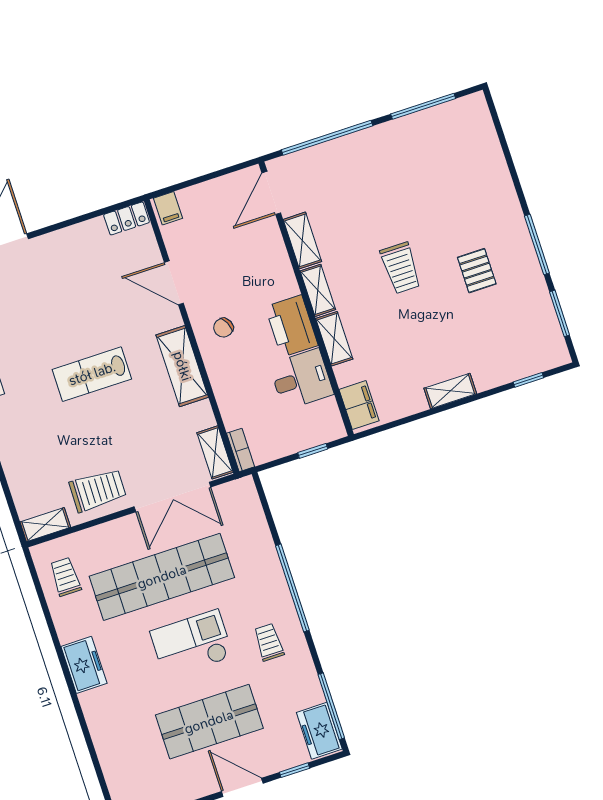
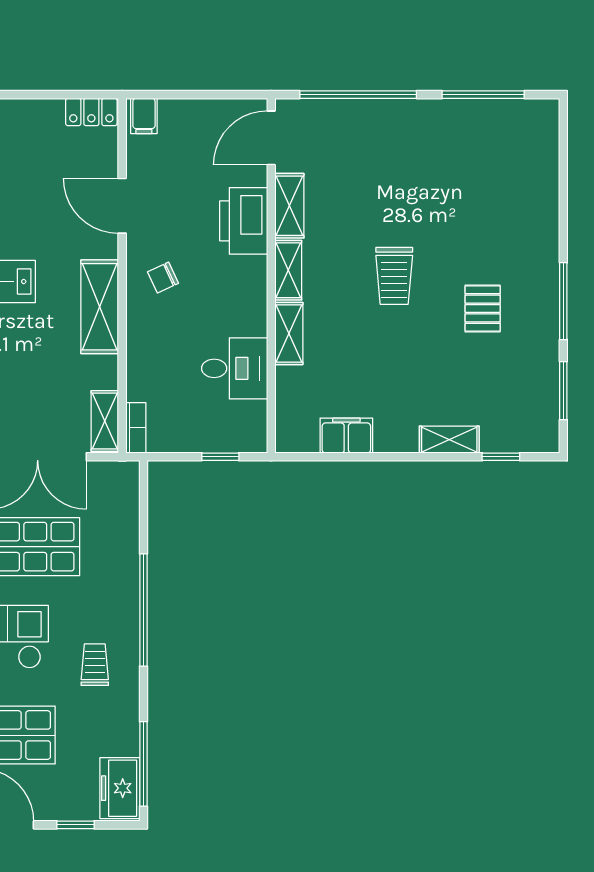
printer: (292, 326) -> (244, 221), moved
shelving: (450, 391) -> (449, 440), moved
filing cabinet: (359, 405) -> (346, 436), moved, turned -90

